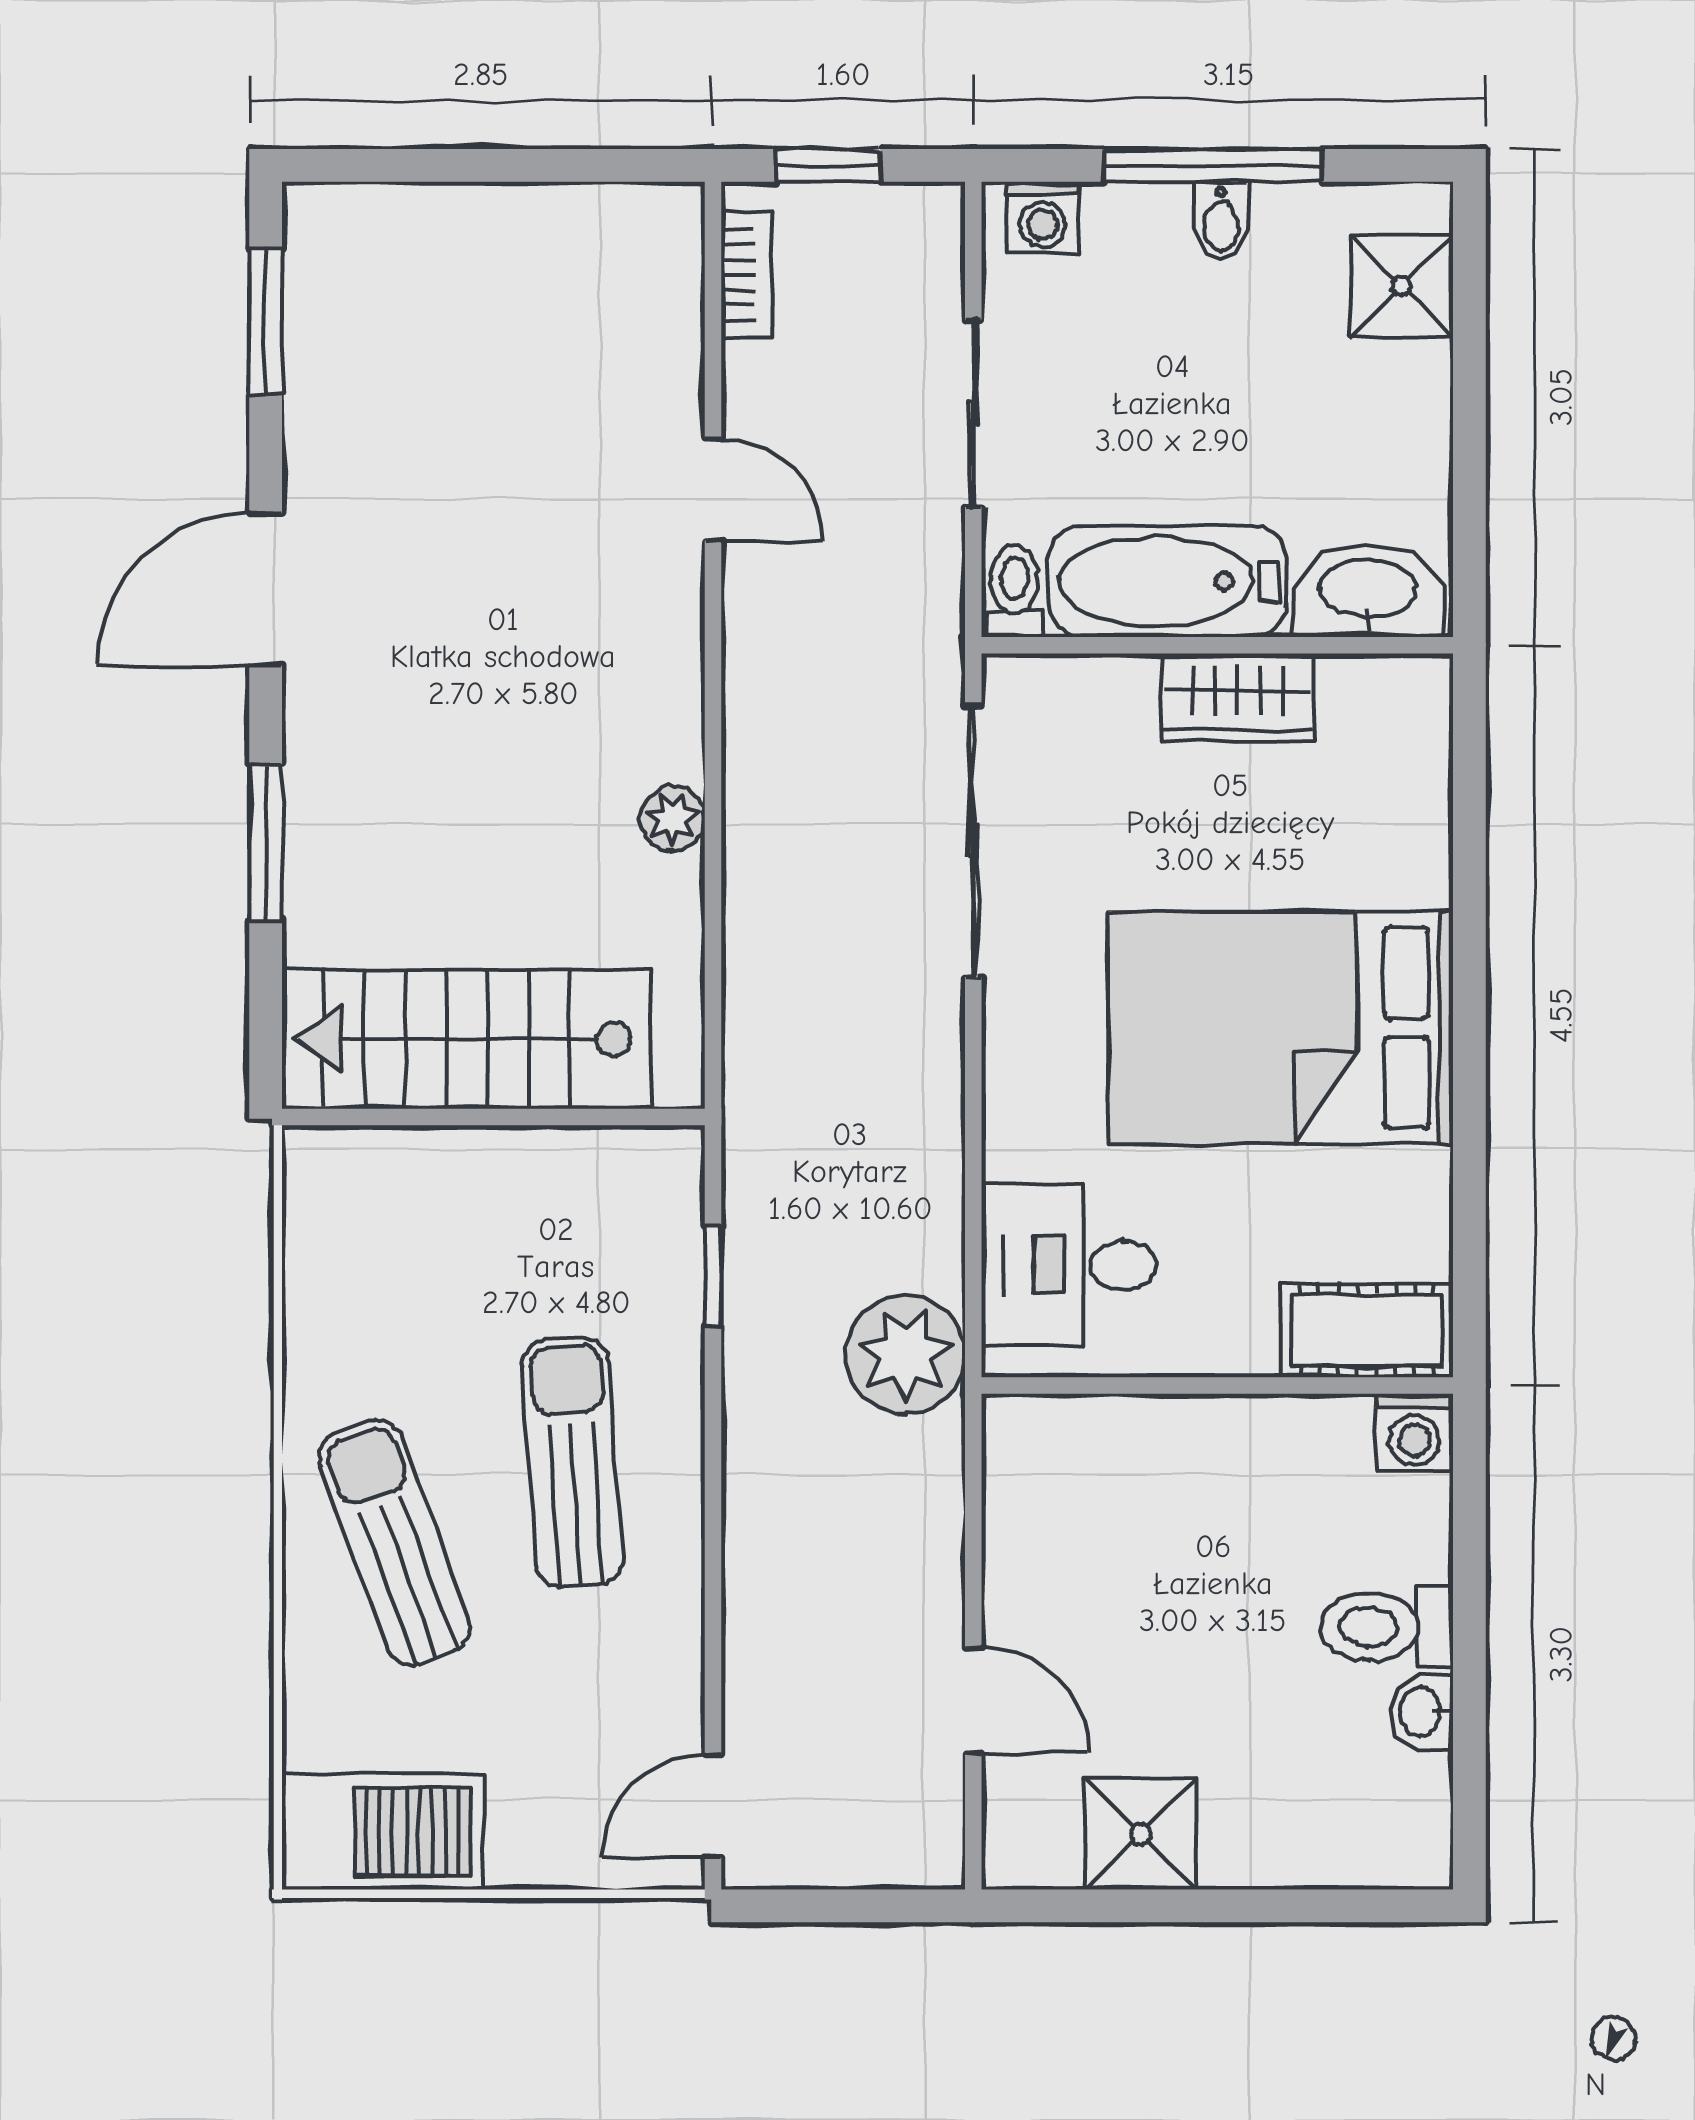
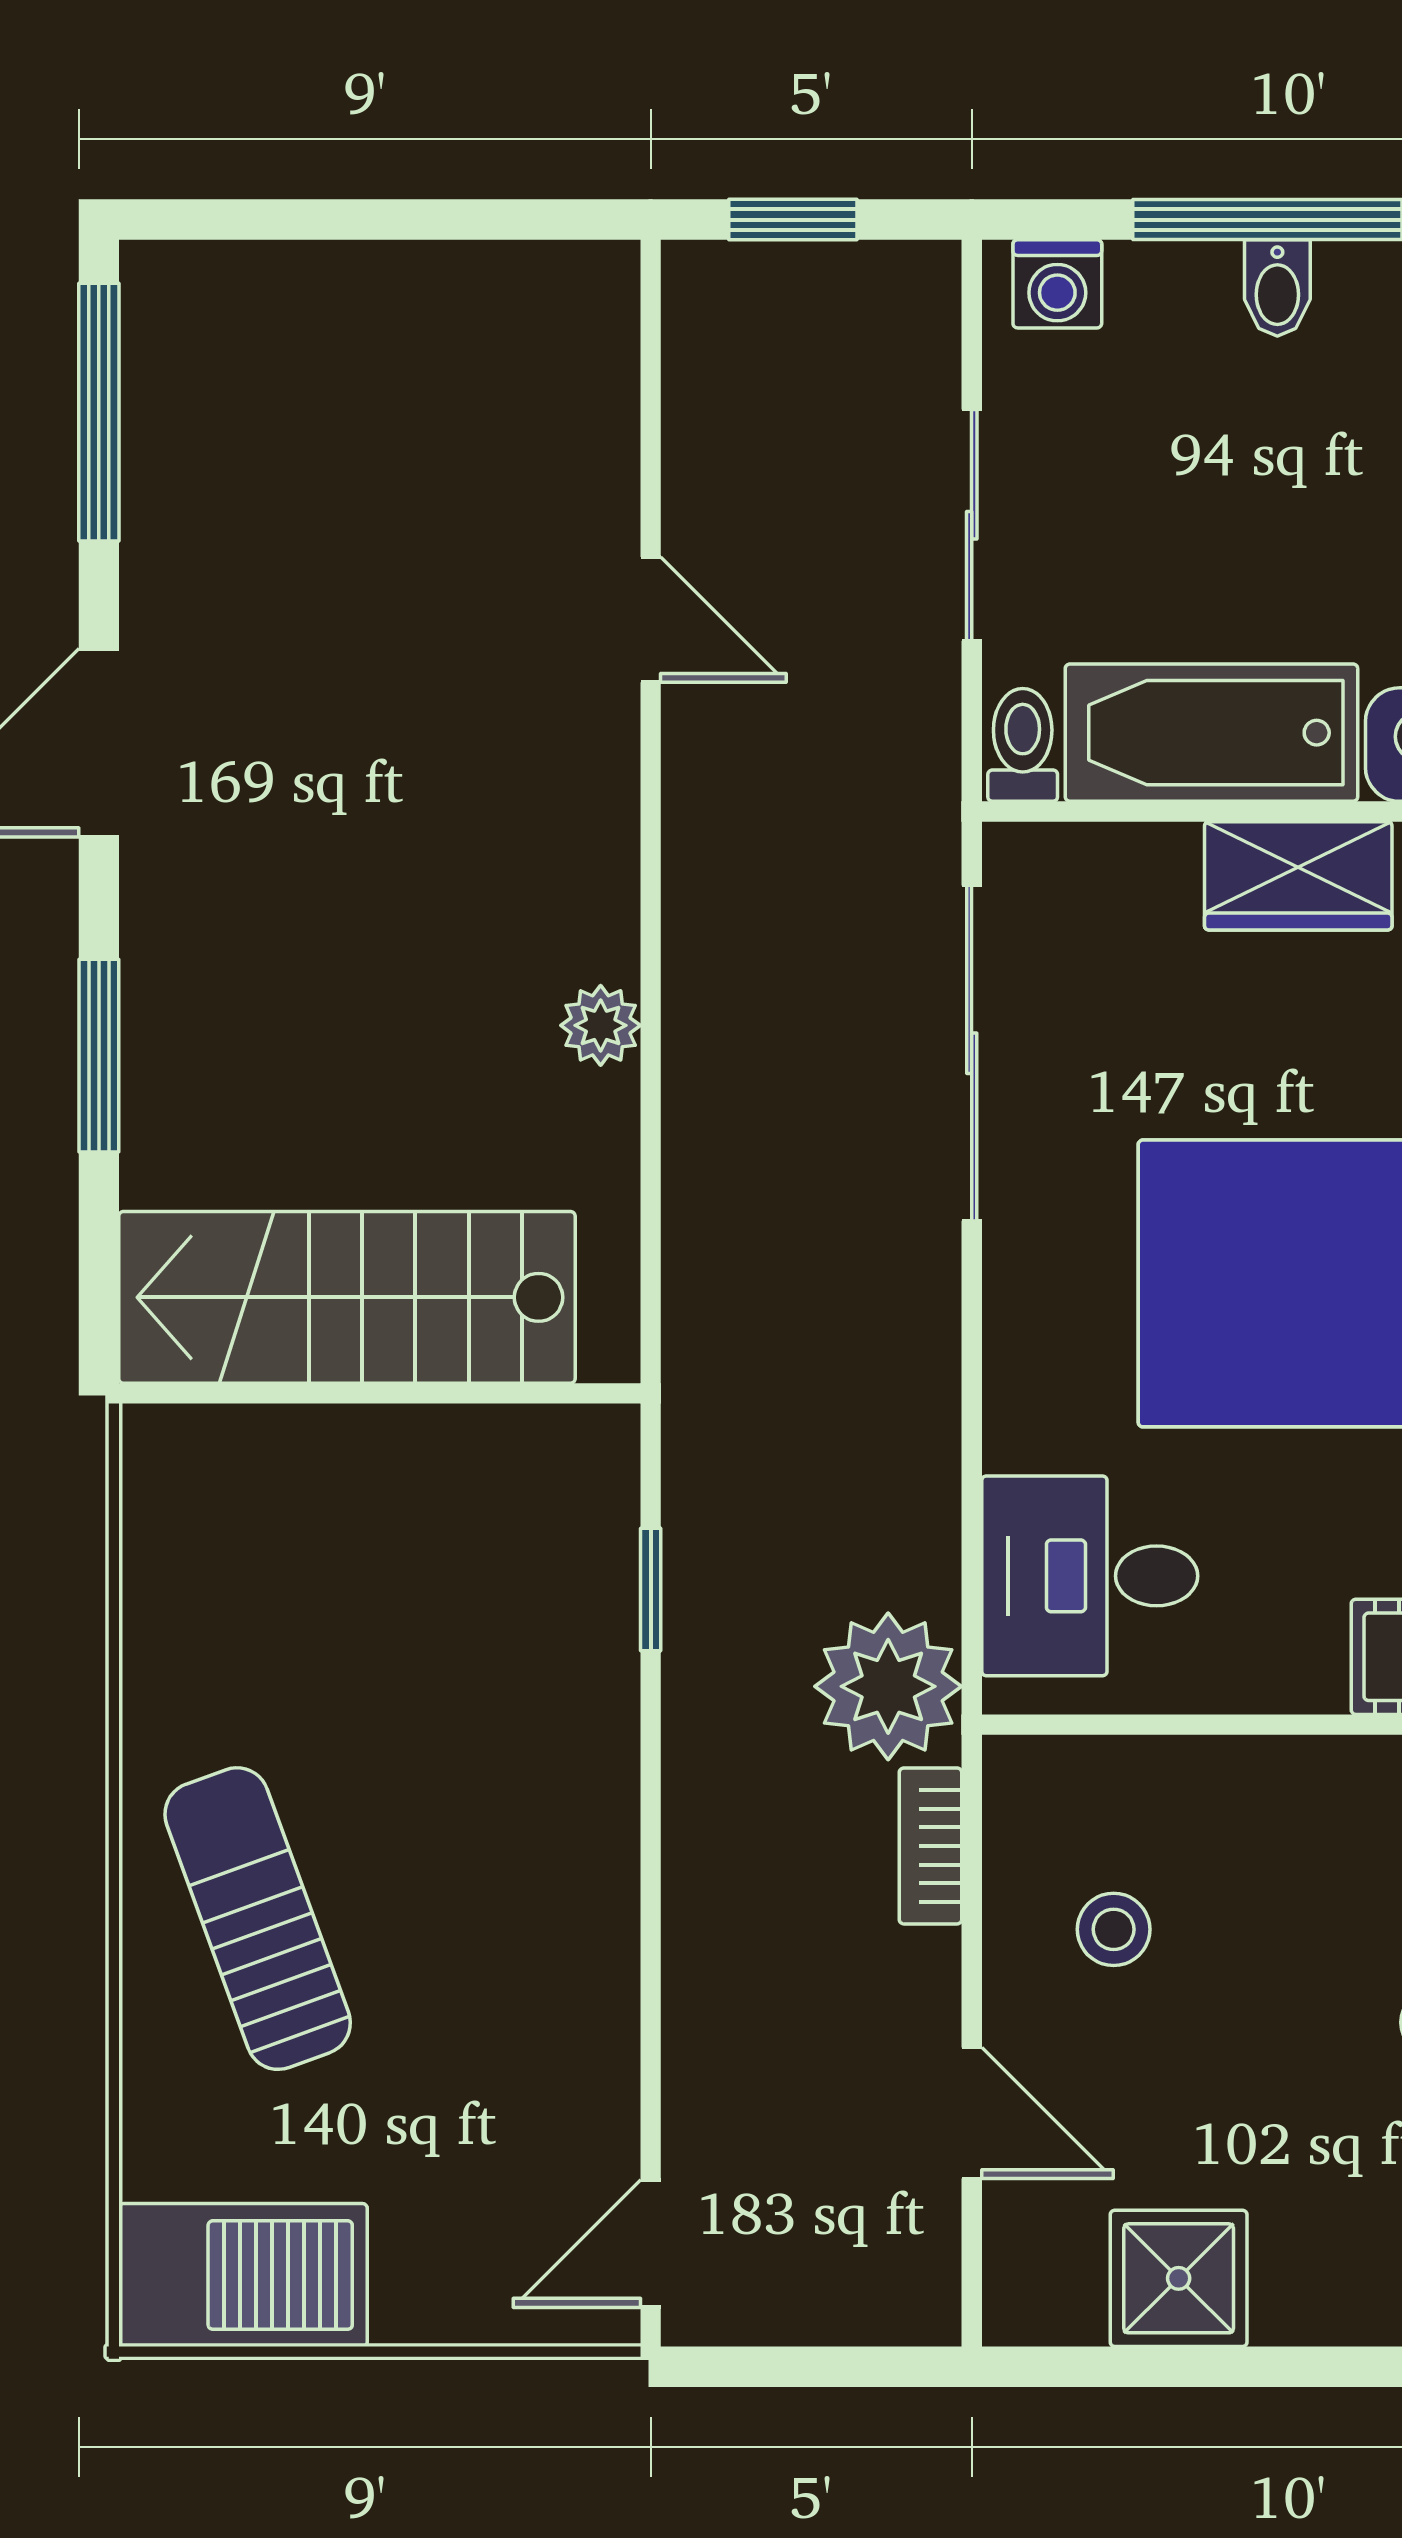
bookcase: (746, 275) -> (930, 1846), moved, turned 180
window: (266, 322) -> (99, 412), width x1.44
sun lounger: (572, 1463) -> (477, 1820), removed
stool: (1088, 1551) -> (1114, 1929), added

